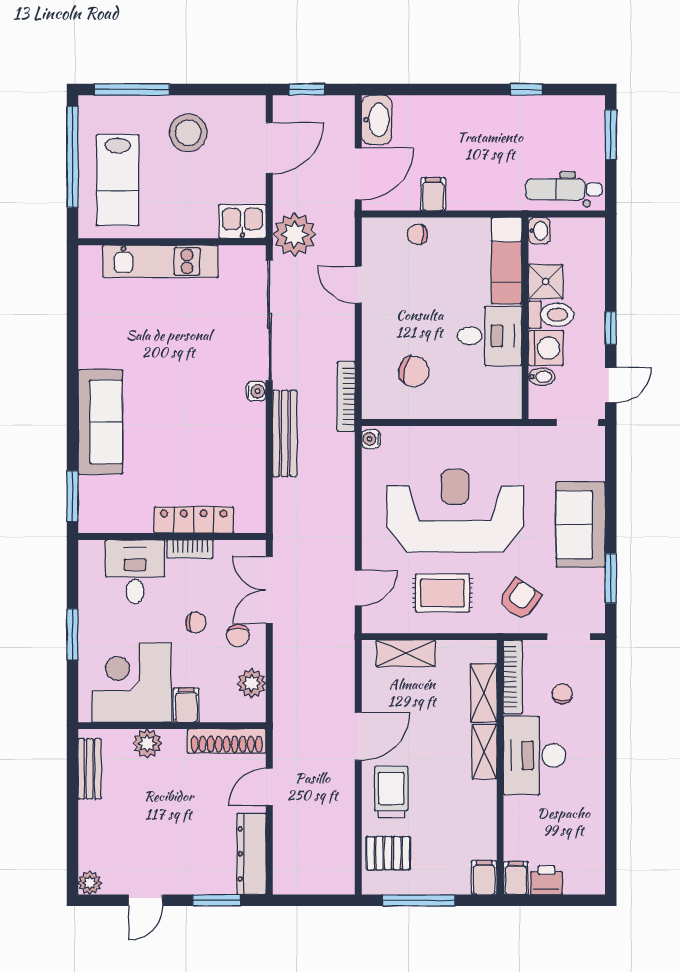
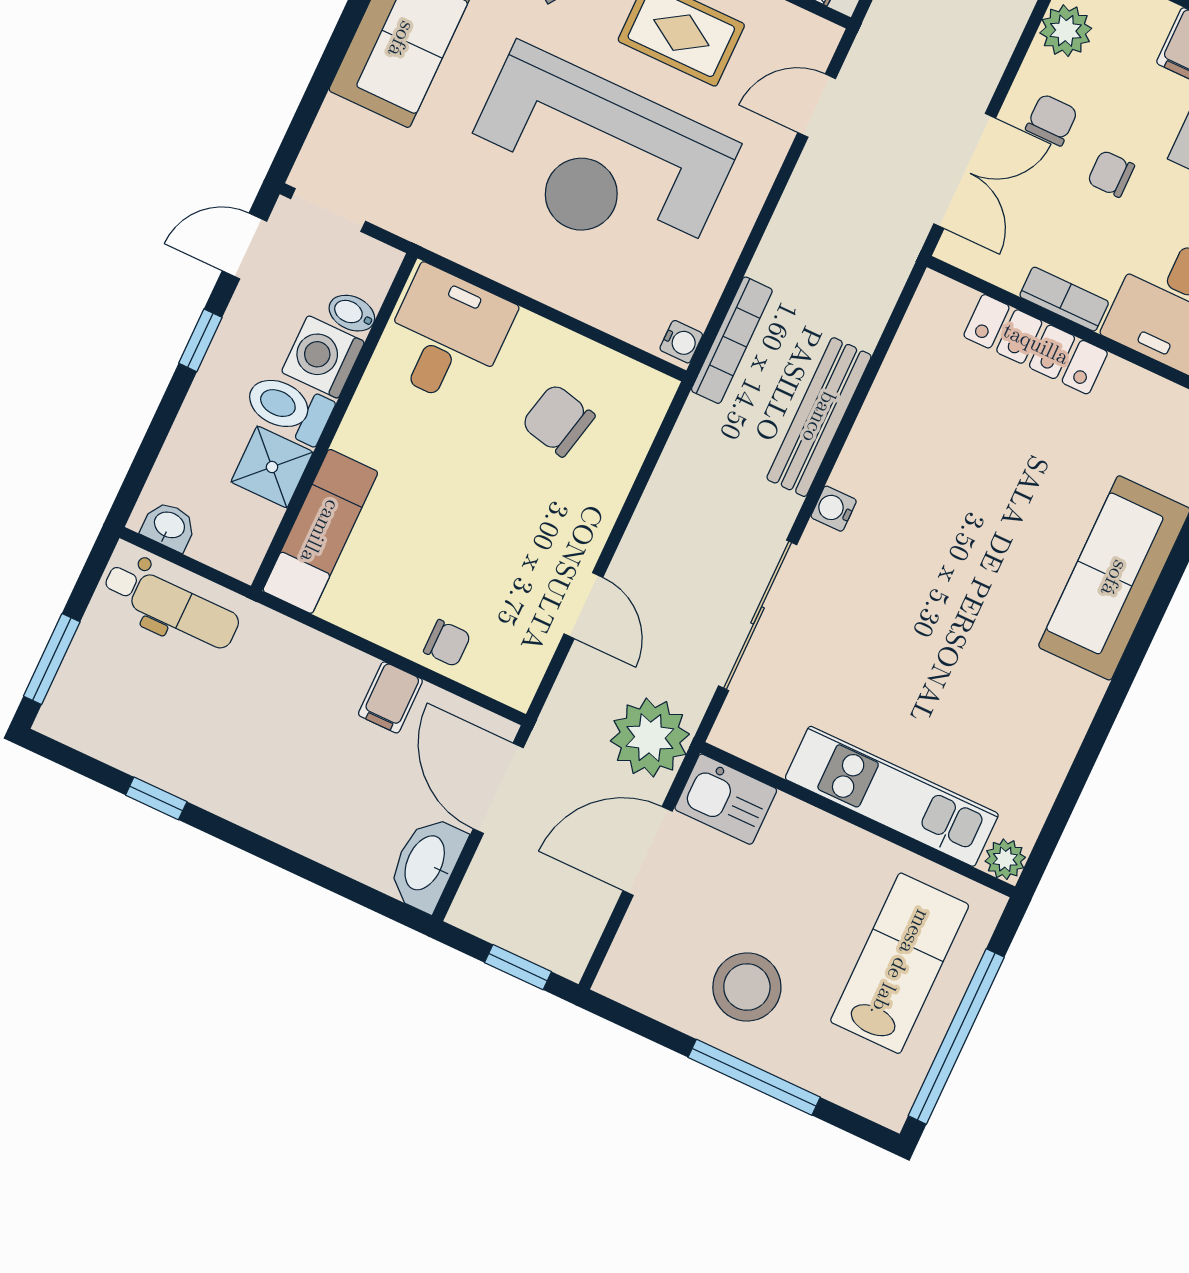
window: (132, 89) -> (754, 1077), moved
door: (269, 148) -> (648, 851), moved
door: (358, 174) -> (498, 788), hinge flipped
washbasin: (539, 231) -> (169, 526), moved, turned 90
plant: (89, 256) -> (1005, 859), added
sliding door: (269, 320) -> (758, 615), width x0.73
desk: (490, 336) -> (446, 336), moved, turned 90
bookcase: (346, 396) -> (732, 340), moved

